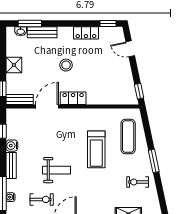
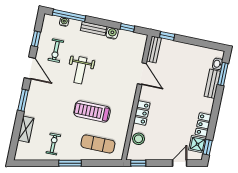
shower: (14, 65) -> (198, 144), moved
stool: (66, 65) -> (139, 139), moved
locker: (73, 98) -> (142, 113), moved

